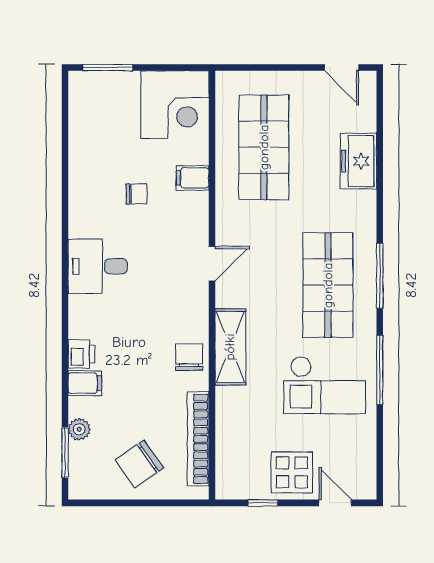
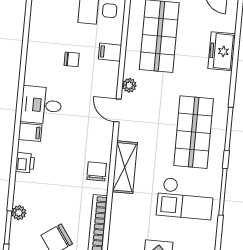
plant: (226, 225) -> (129, 85), added
door: (212, 264) -> (118, 111), swing flipped
filing cabinet: (85, 383) -> (30, 132), moved

